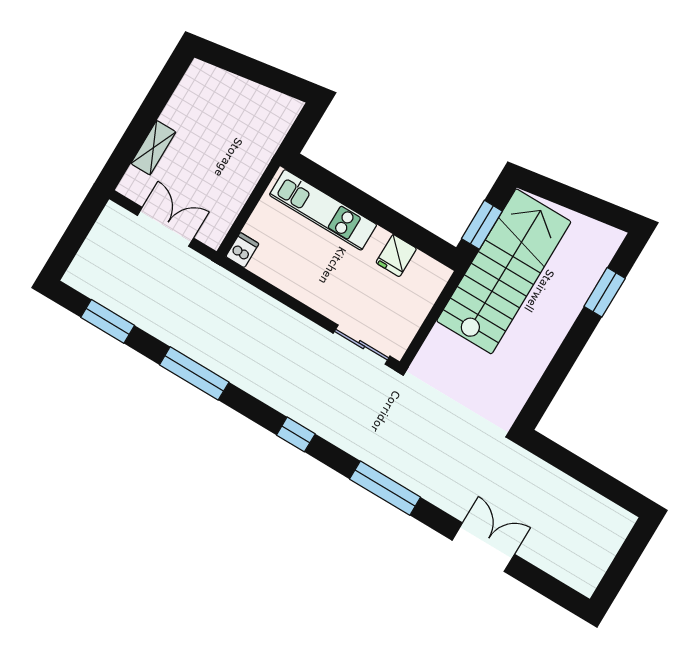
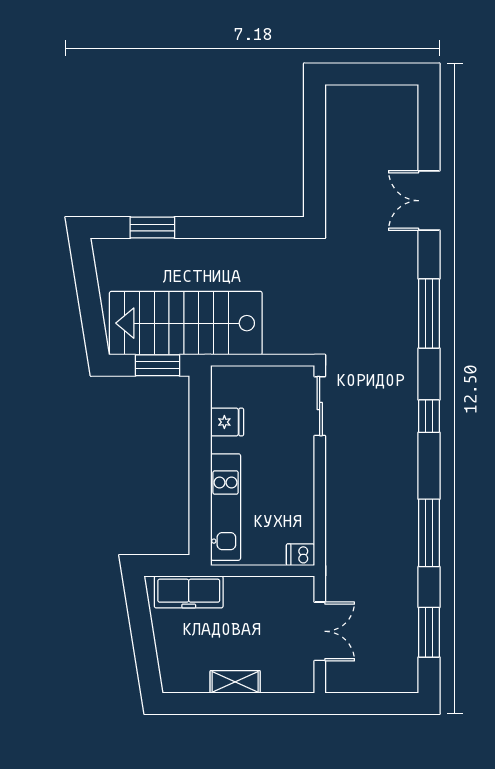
freezer: (268, 133) -> (189, 592), added
shelving: (153, 148) -> (235, 682), moved
double door: (165, 227) -> (320, 631), swing flipped

